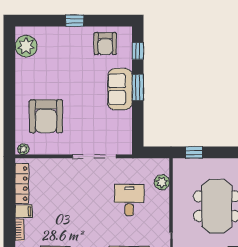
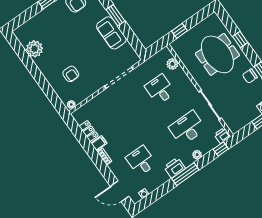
plant: (26, 46) -> (34, 49), moved
sofa: (120, 89) -> (111, 33), moved
armchair: (46, 116) -> (71, 74), width x0.53, depth x0.53
locker: (22, 184) -> (89, 131), width x0.66

